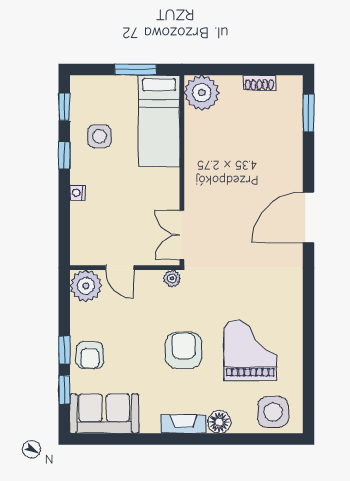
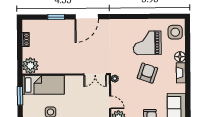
window: (308, 113) -> (56, 17), moved
door: (308, 217) -> (87, 17), hinge flipped
door: (120, 268) -> (110, 102), hinge flipped
armchair: (184, 350) -> (147, 73), turned 109

